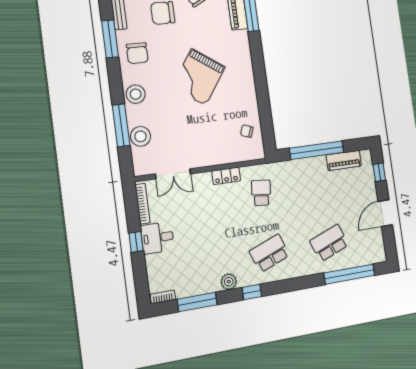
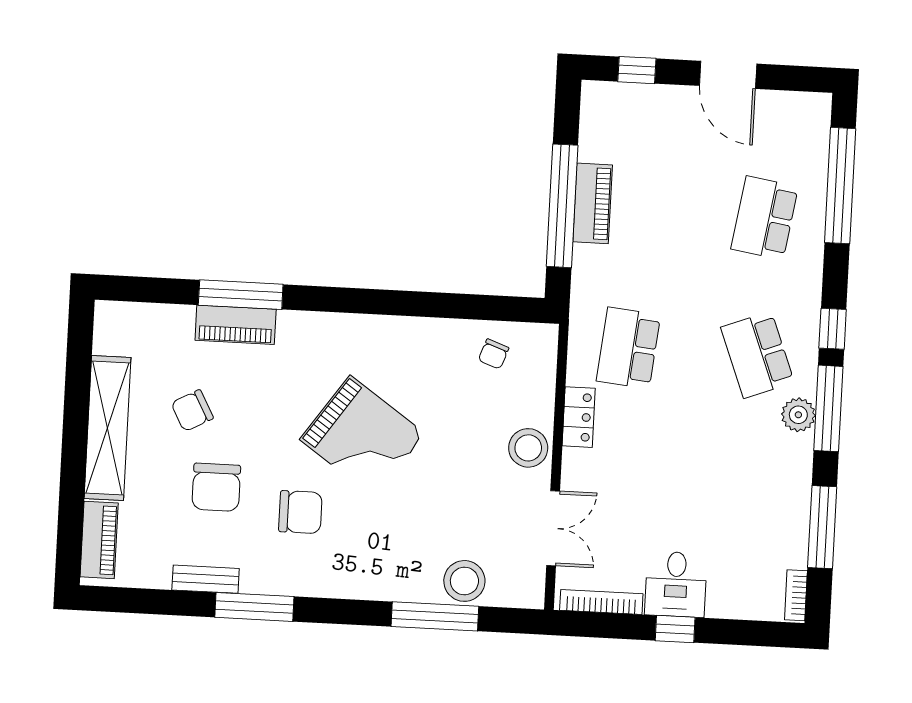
chair: (137, 53) -> (300, 512), moved
stool: (136, 94) -> (528, 448), moved
piano: (344, 160) -> (593, 203), moved
school desk: (261, 193) -> (628, 348), width x1.85
school desk: (329, 243) -> (765, 218), turned 30
plant: (229, 282) -> (798, 415), moved
window: (288, 285) -> (833, 329), added
window: (252, 292) -> (828, 408), width x2.17

